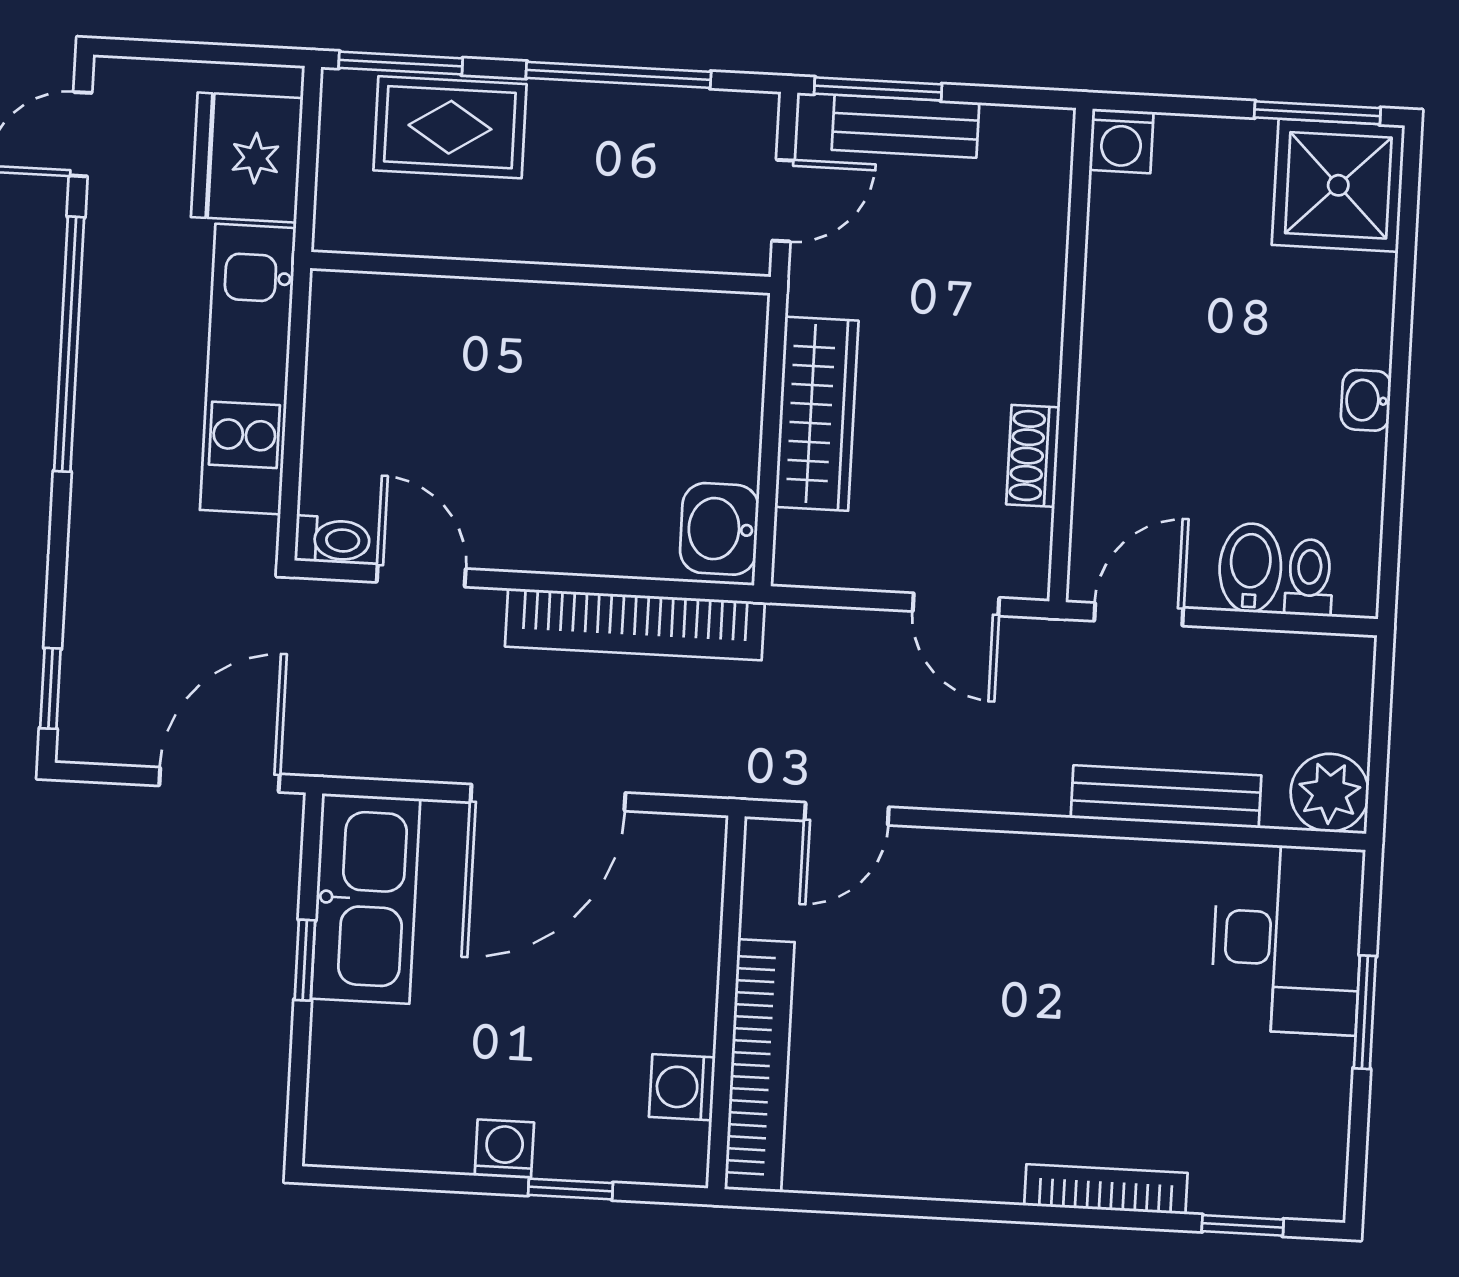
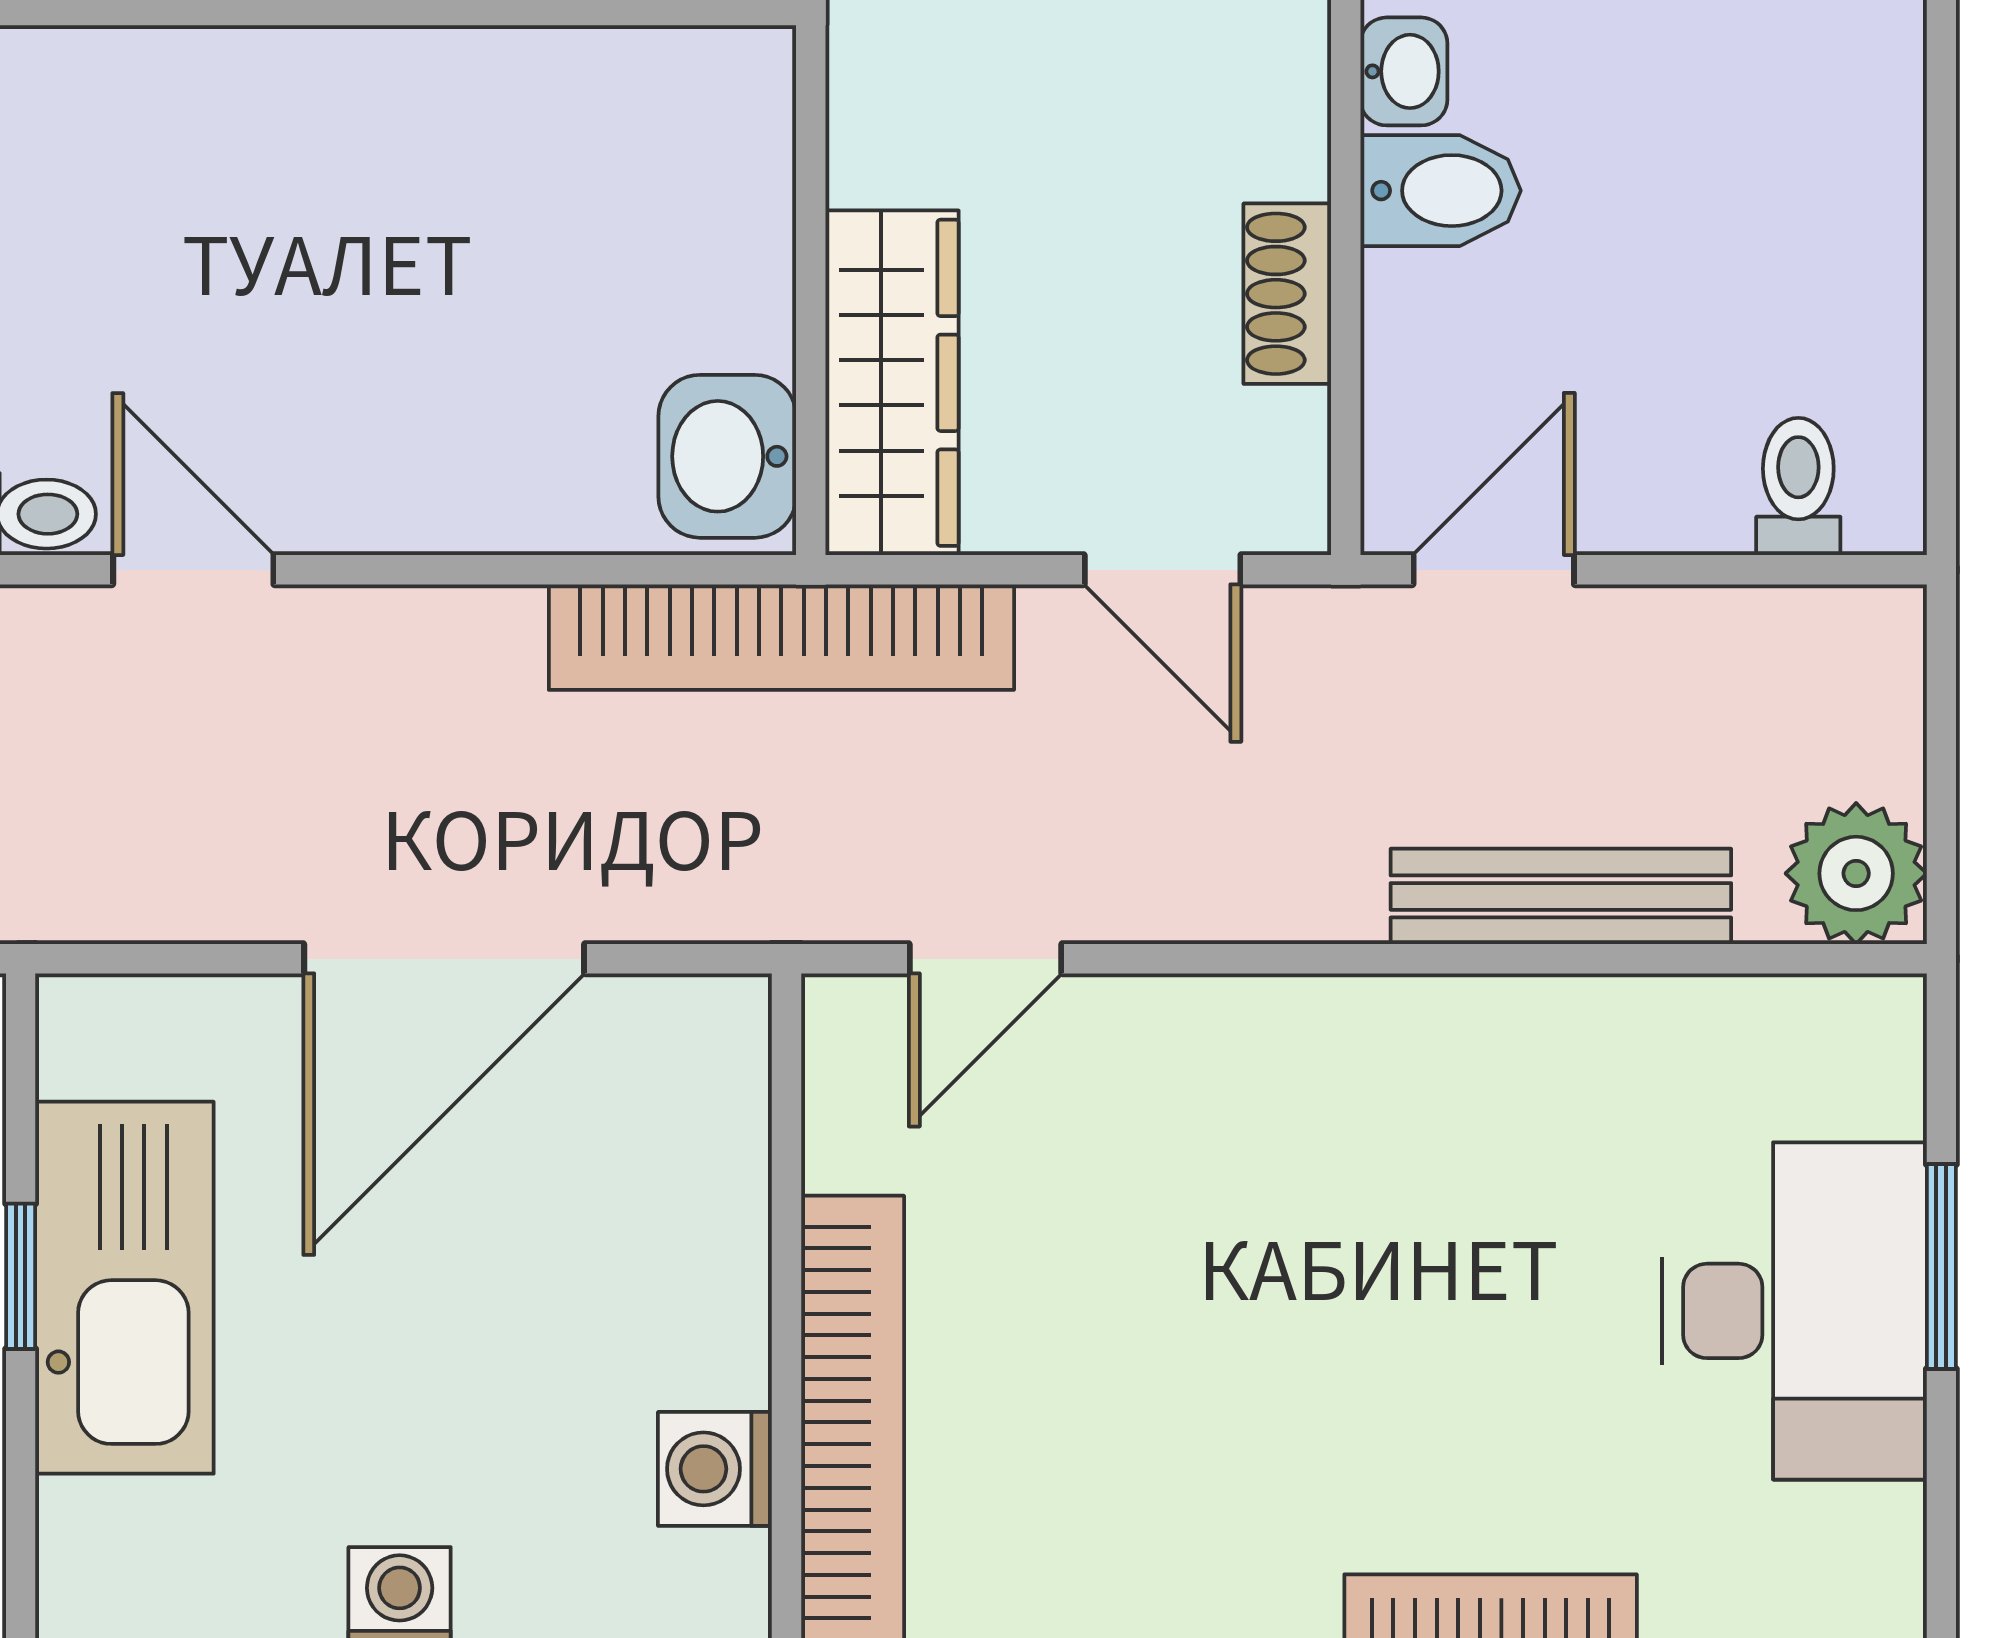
washbasin: (1366, 400) -> (1404, 71), moved, turned 180
wardrobe: (817, 414) -> (892, 383), moved
bidet: (1250, 568) -> (1441, 191), moved, turned 90
bookcase: (635, 624) -> (781, 637), moved
kitchen sink: (366, 899) -> (124, 1288), moved
desk: (1287, 939) -> (1794, 1311), moved

